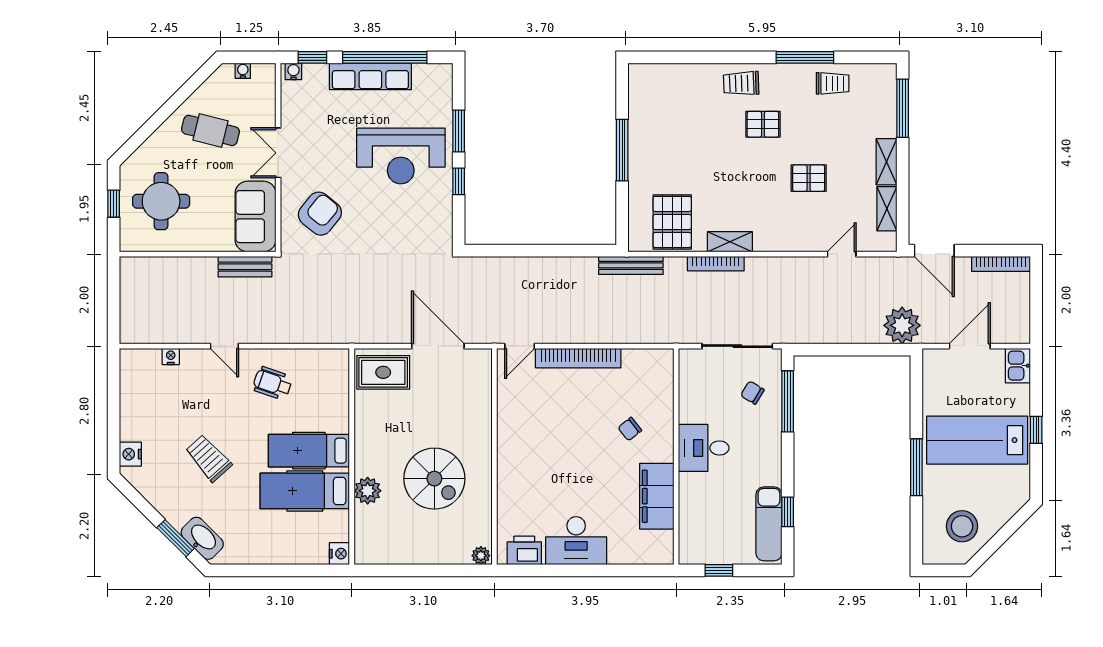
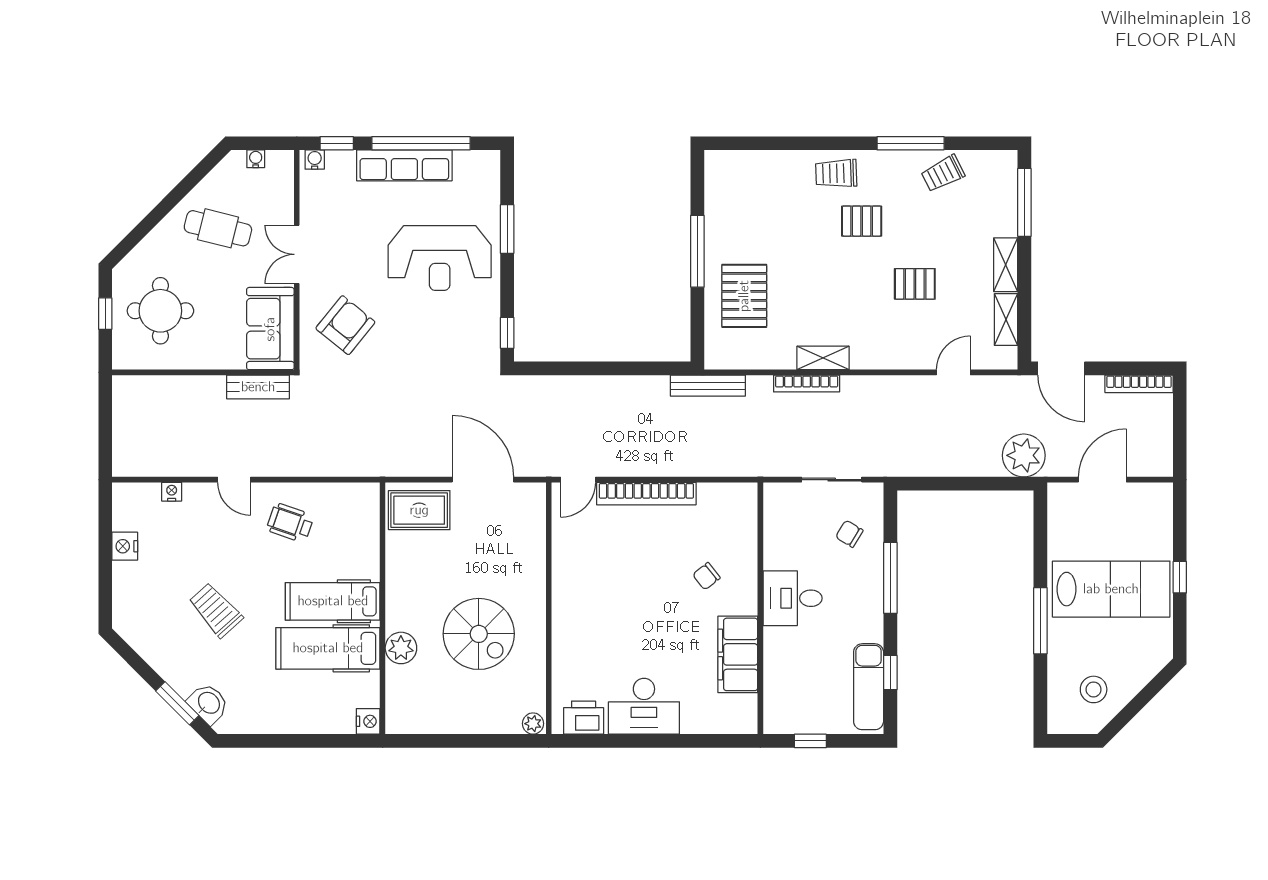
trolley: (833, 83) -> (943, 173), turned 153
window: (459, 181) -> (507, 333), moved
pallet: (672, 222) -> (744, 296), moved
sliding door: (737, 346) -> (832, 480), width x0.73
kitchen sink: (1018, 366) -> (1159, 502), removed
window: (788, 401) -> (890, 578), moved
lab bench: (977, 440) -> (1111, 589), turned 180
nightstand: (130, 454) -> (125, 546), moved
stool: (962, 526) -> (1094, 689), width x0.73, depth x0.73
washbasin: (202, 538) -> (208, 703), width x0.72

